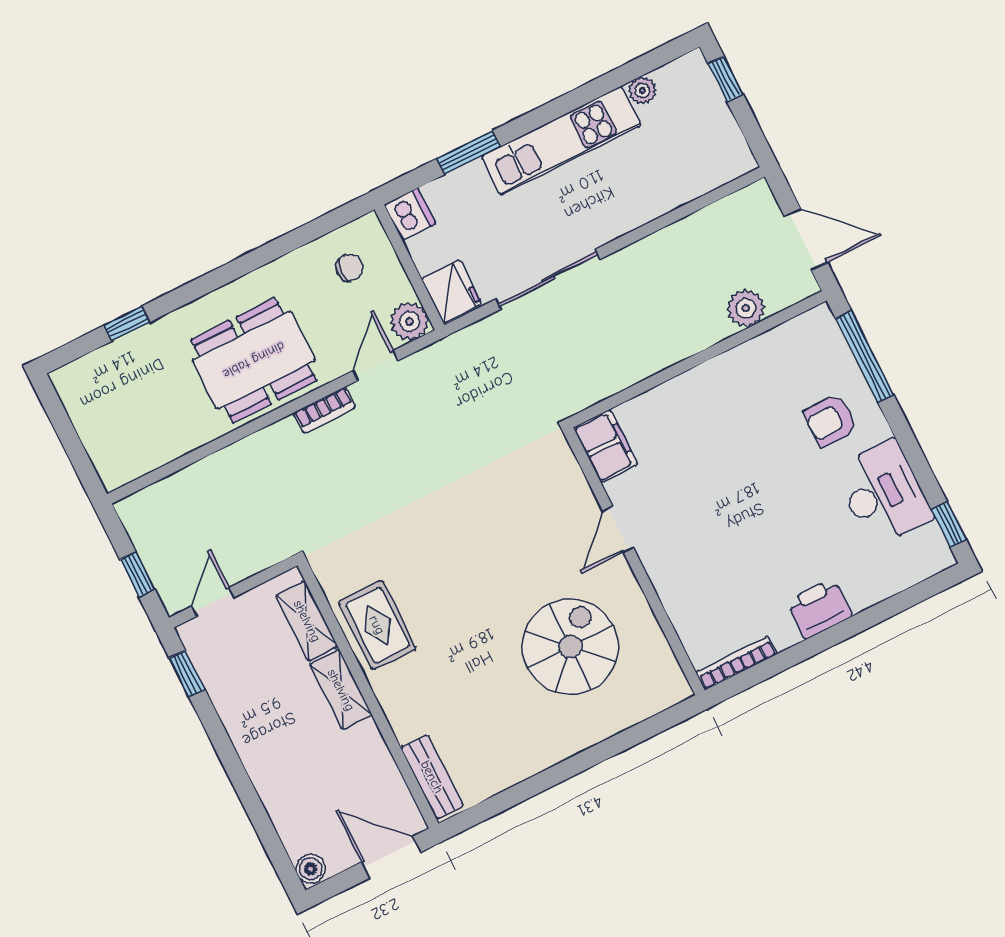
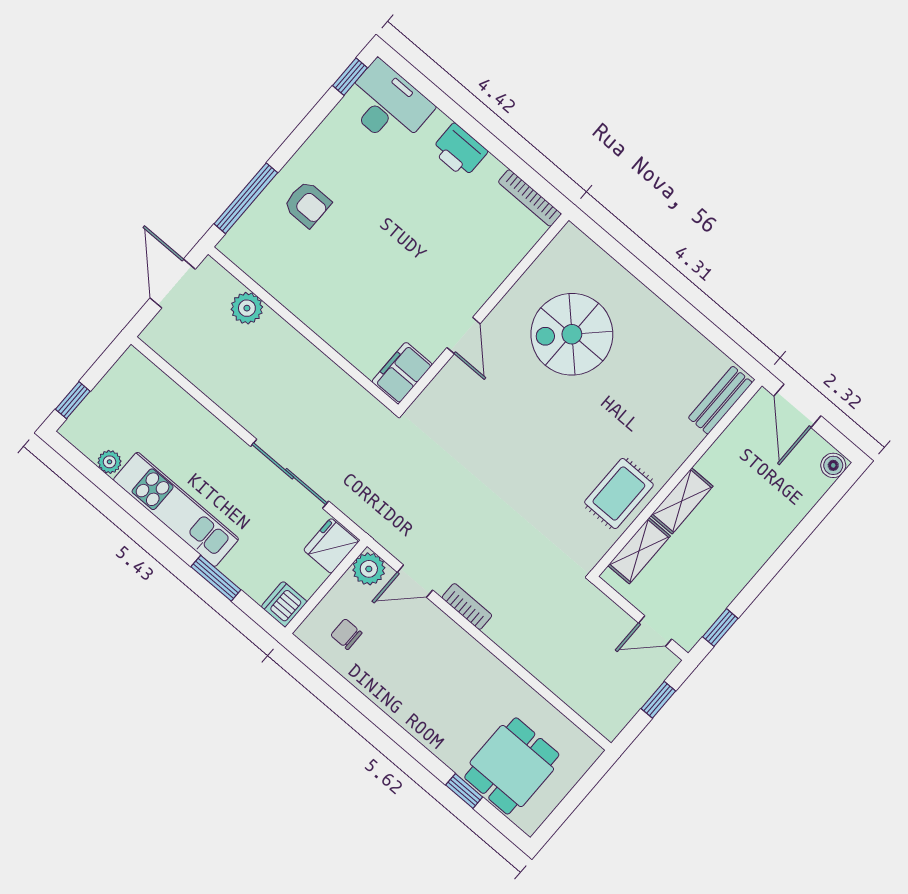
dining table: (254, 360) -> (512, 766), moved, width x0.73
desk: (883, 493) -> (387, 105), moved, turned 90
door: (618, 529) -> (464, 336), hinge flipped

